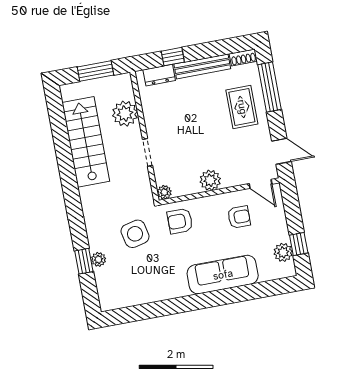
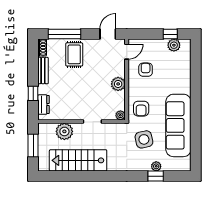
bench: (202, 66) -> (43, 71), width x0.73
rug: (242, 107) -> (74, 54), turned 90
sofa: (223, 275) -> (178, 125), moved, width x1.36, depth x1.27

